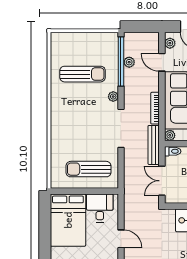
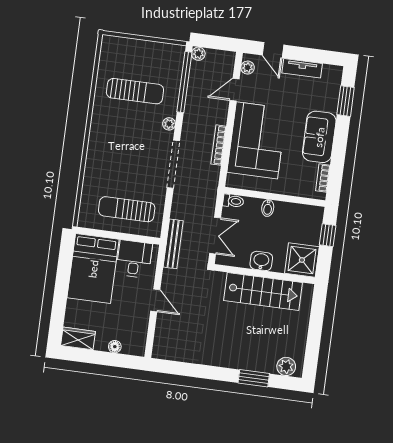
plant: (129, 62) -> (198, 54), moved
door: (162, 62) -> (235, 90), hinge flipped
plant: (170, 135) -> (232, 181), removed
bench: (154, 145) -> (173, 244), moved
double door: (162, 181) -> (215, 236), swing flipped

